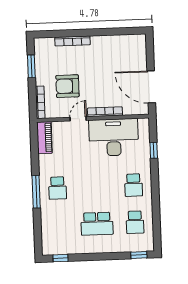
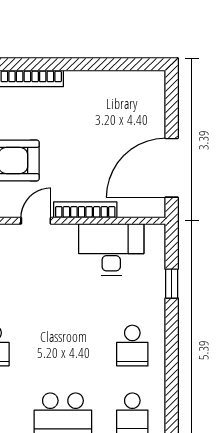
door: (151, 87) -> (172, 168), hinge flipped
desk: (114, 137) -> (111, 249), width x0.73, depth x0.77

